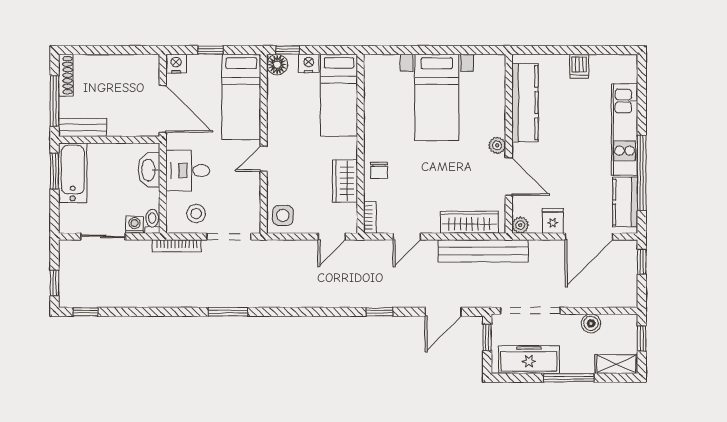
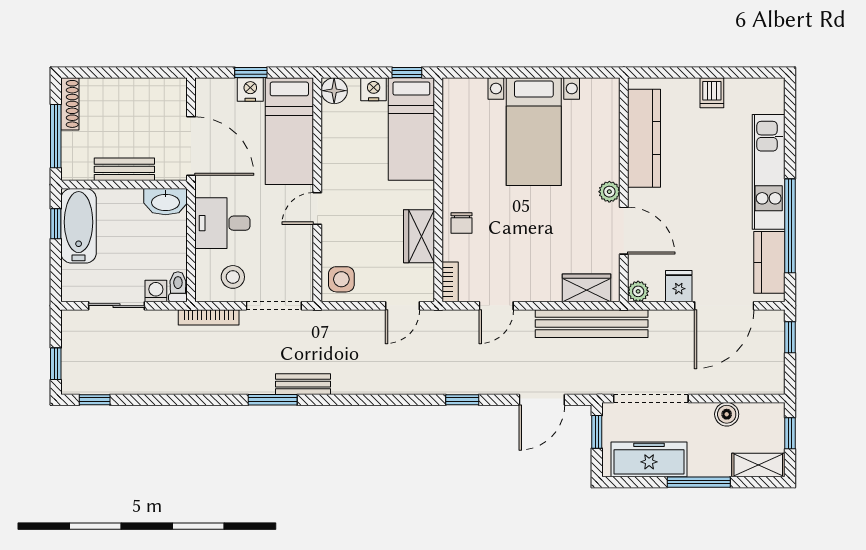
window: (288, 50) -> (407, 73), moved
nightstand: (176, 64) -> (250, 90), moved
bench: (83, 127) -> (124, 169), moved
washbasin: (149, 170) -> (166, 202), moved, turned -90
window: (55, 171) -> (56, 224), width x0.67
wardrobe: (469, 222) -> (587, 288), width x0.67
bench: (252, 299) -> (303, 384), added

